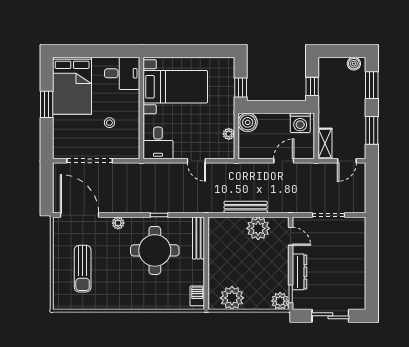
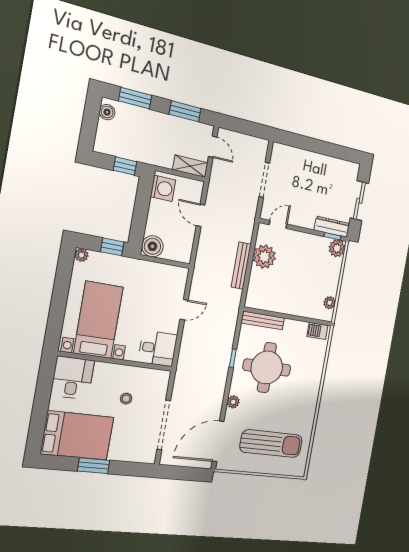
plant: (229, 134) -> (81, 255), moved
sun lounger: (83, 269) -> (271, 444), width x1.36, depth x1.34
dresser: (300, 272) -> (332, 227), moved
plant: (232, 298) -> (330, 303), width x0.53, depth x0.53

